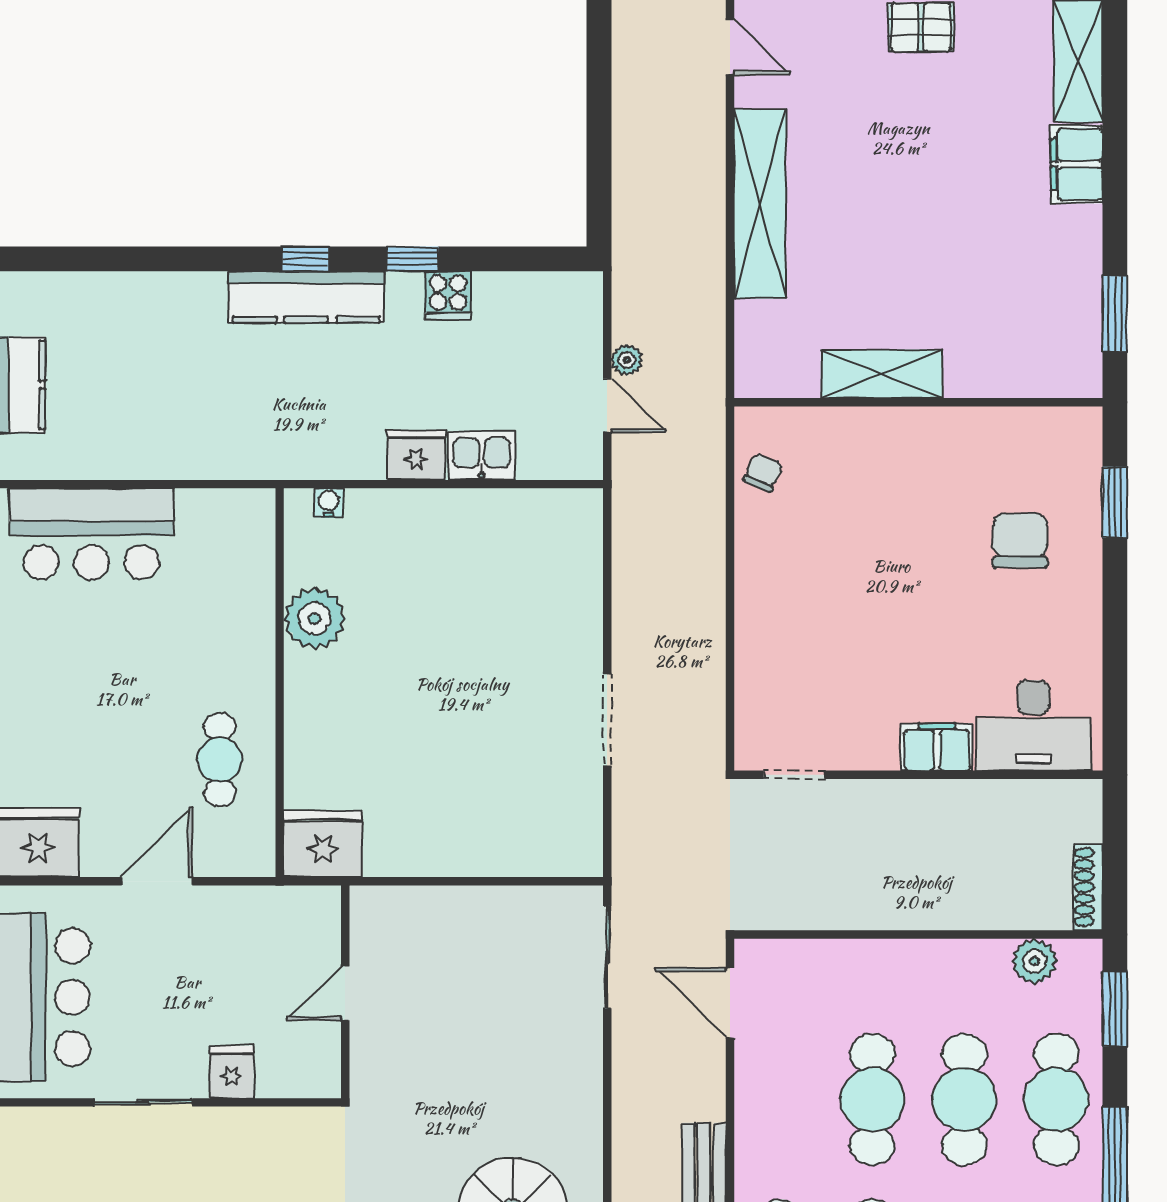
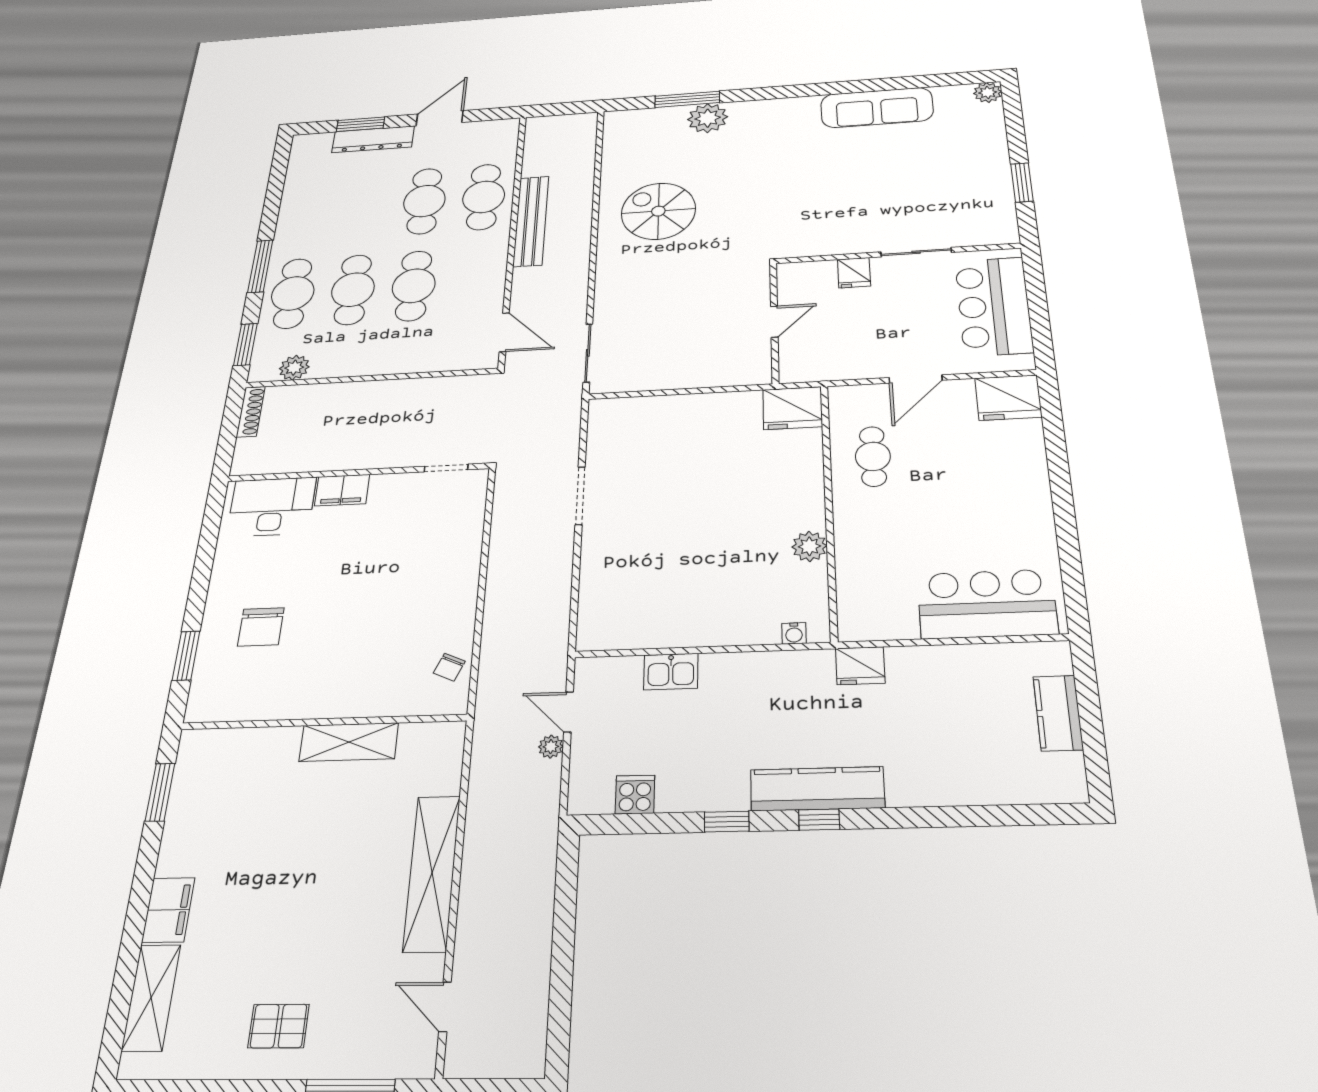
cooker: (448, 295) -> (635, 795), moved
fridge: (416, 455) -> (860, 666), moved
plant: (315, 619) -> (809, 546), width x0.73, depth x0.73

